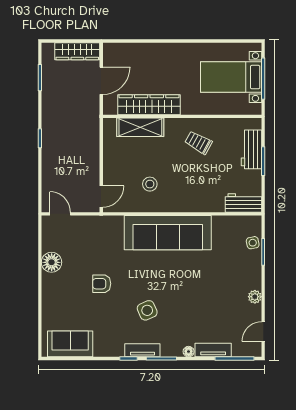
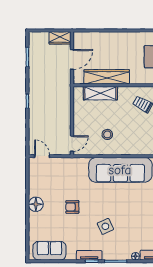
wardrobe: (77, 51) -> (60, 38), width x0.67
floor lamp: (52, 262) -> (36, 204), moved
tv unit: (142, 350) -> (89, 255), moved

